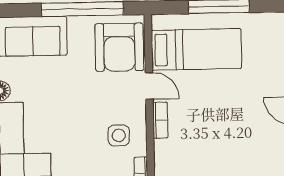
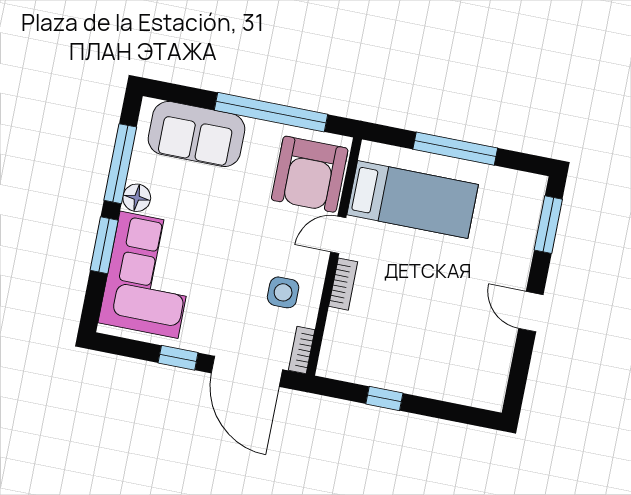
door: (149, 86) -> (338, 235), swing flipped

